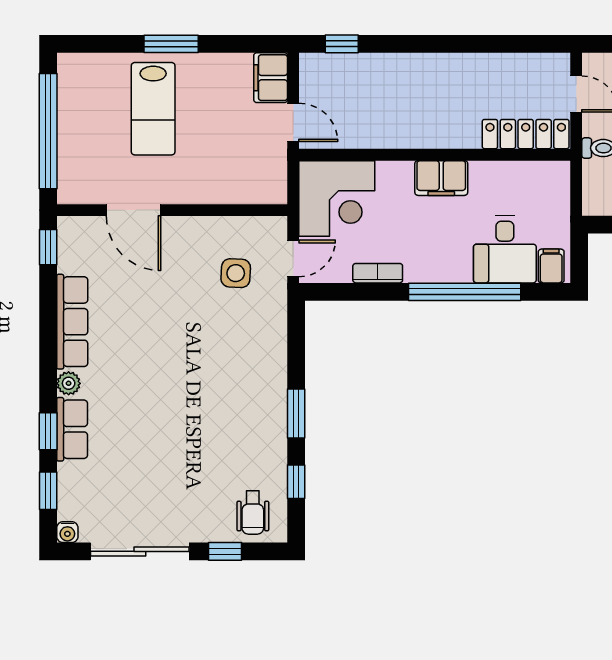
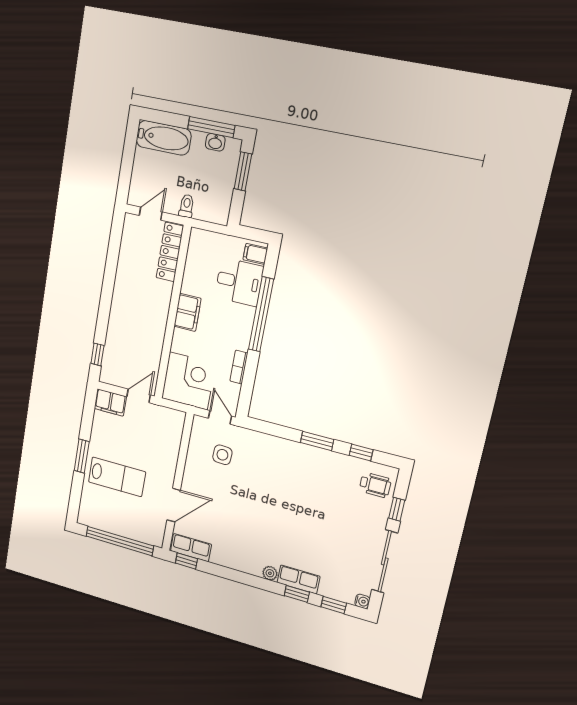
row of seats: (72, 322) -> (191, 548), moved, width x0.68

